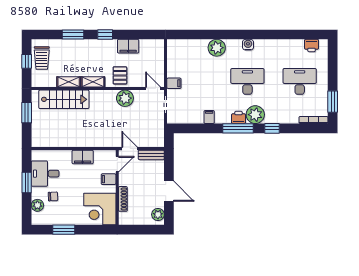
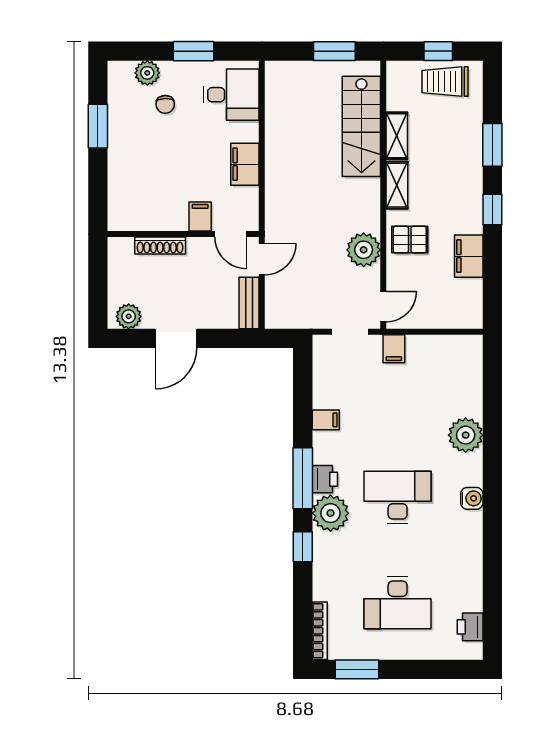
desk: (247, 81) -> (398, 497), turned -90
desk: (300, 81) -> (398, 603), turned 90
desk: (45, 174) -> (231, 95), moved, turned 90
corner desk: (100, 209) -> (140, 199), removed

